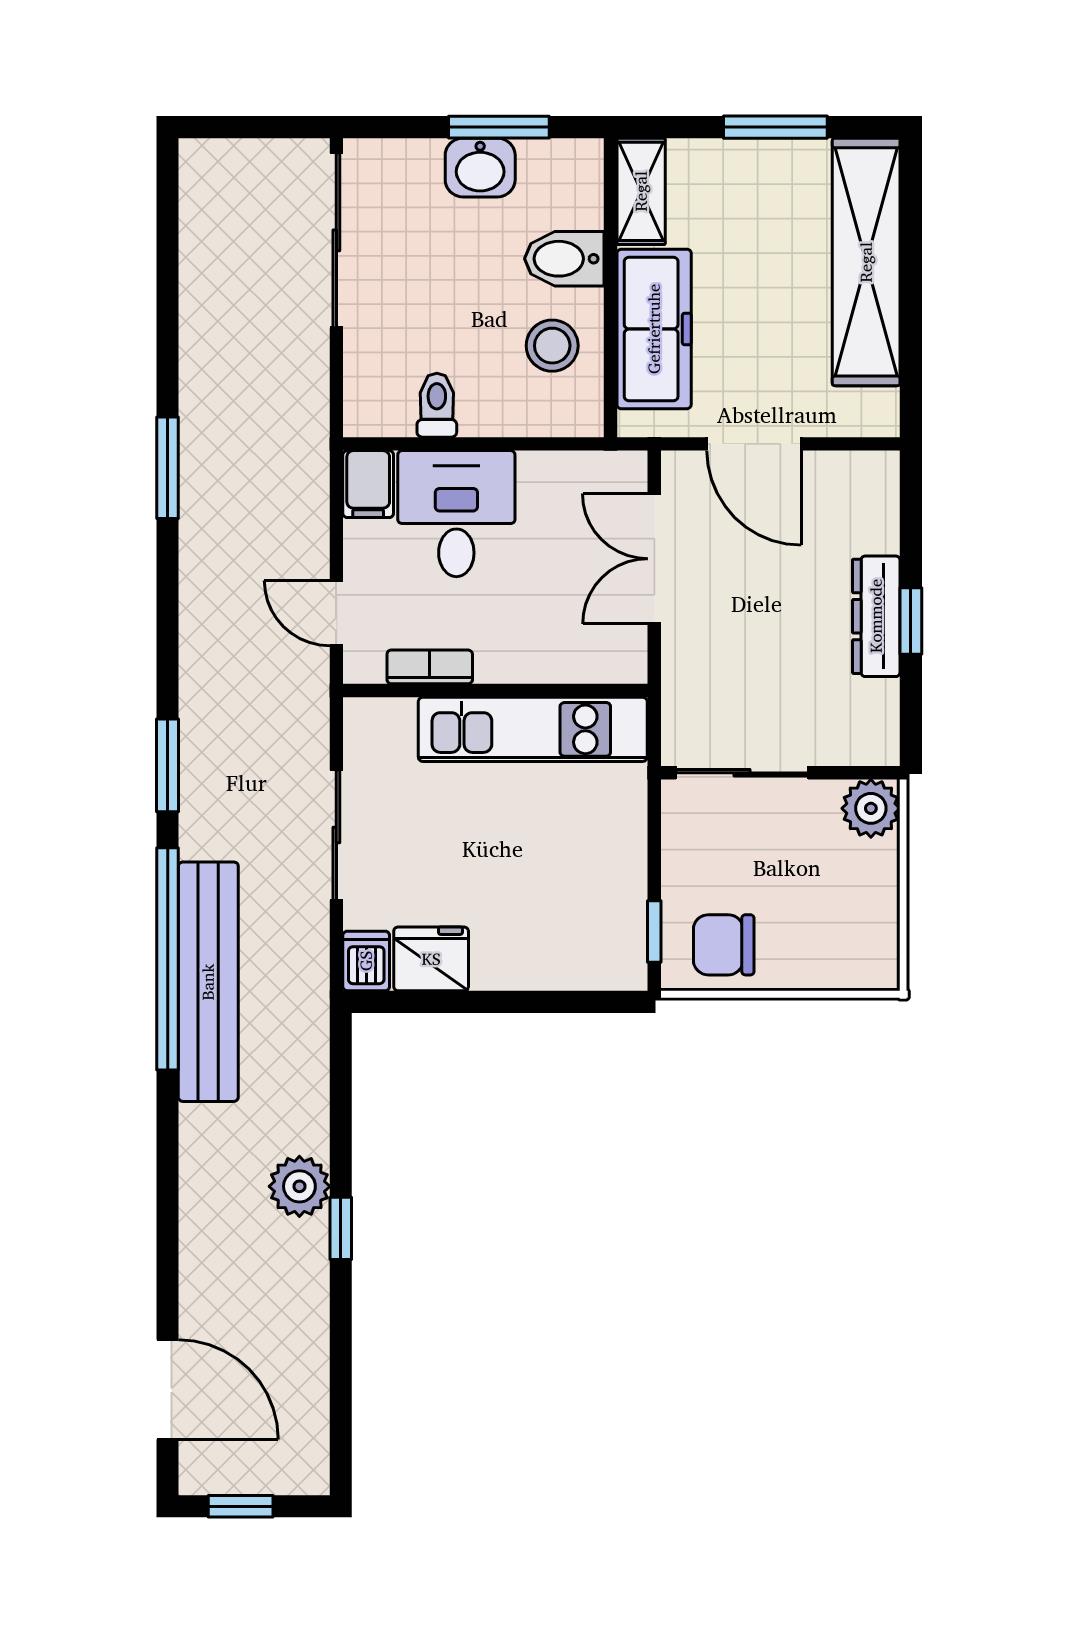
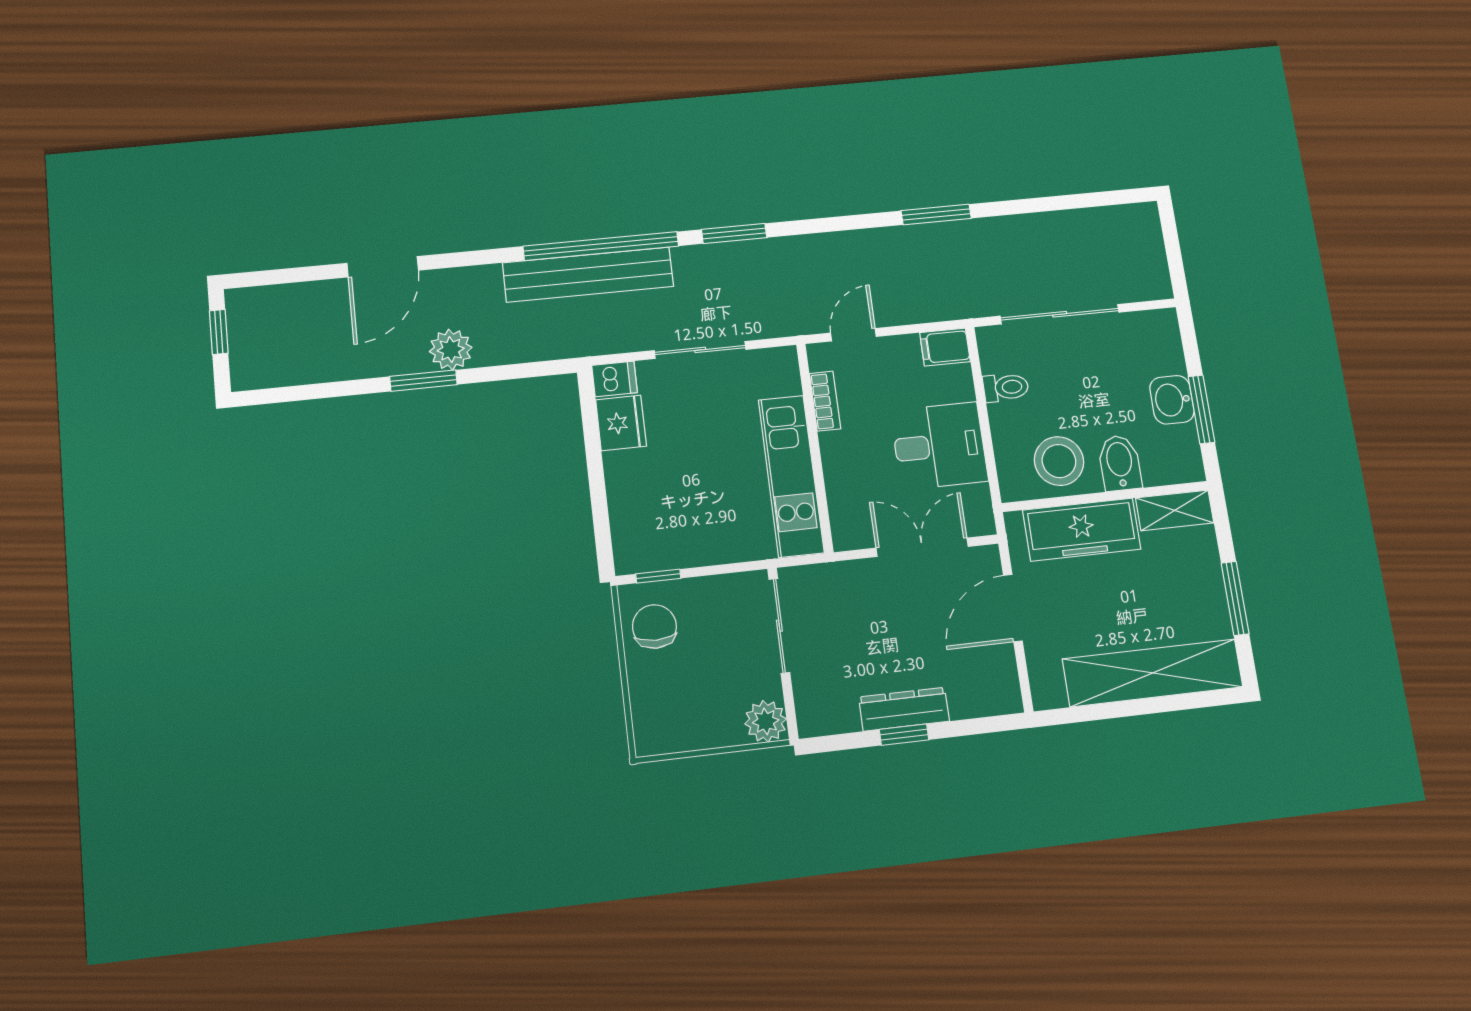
sliding door: (336, 240) -> (1060, 314), moved
stool: (552, 346) -> (1059, 461), width x1.38, depth x1.38
desk: (456, 514) -> (939, 446), moved
window: (341, 1228) -> (423, 381), width x1.50
door: (168, 1390) -> (383, 267), moved

